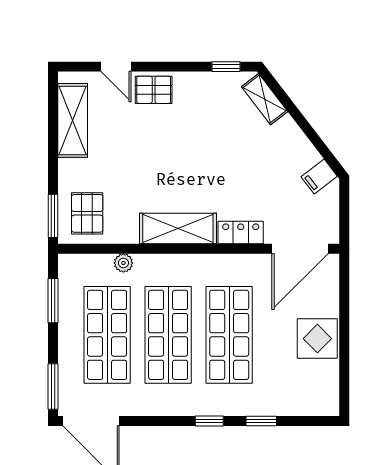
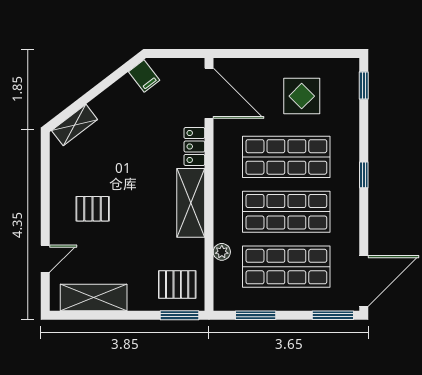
window: (226, 67) -> (45, 160), removed
pallet: (154, 90) -> (93, 209), moved, turned 90
display table: (317, 339) -> (302, 96), moved
window: (261, 421) -> (364, 86), moved

